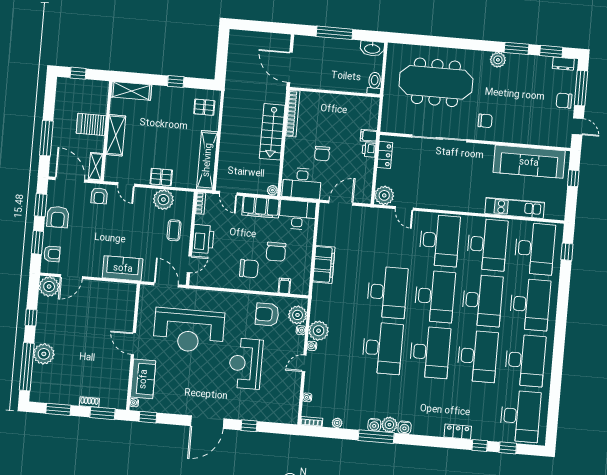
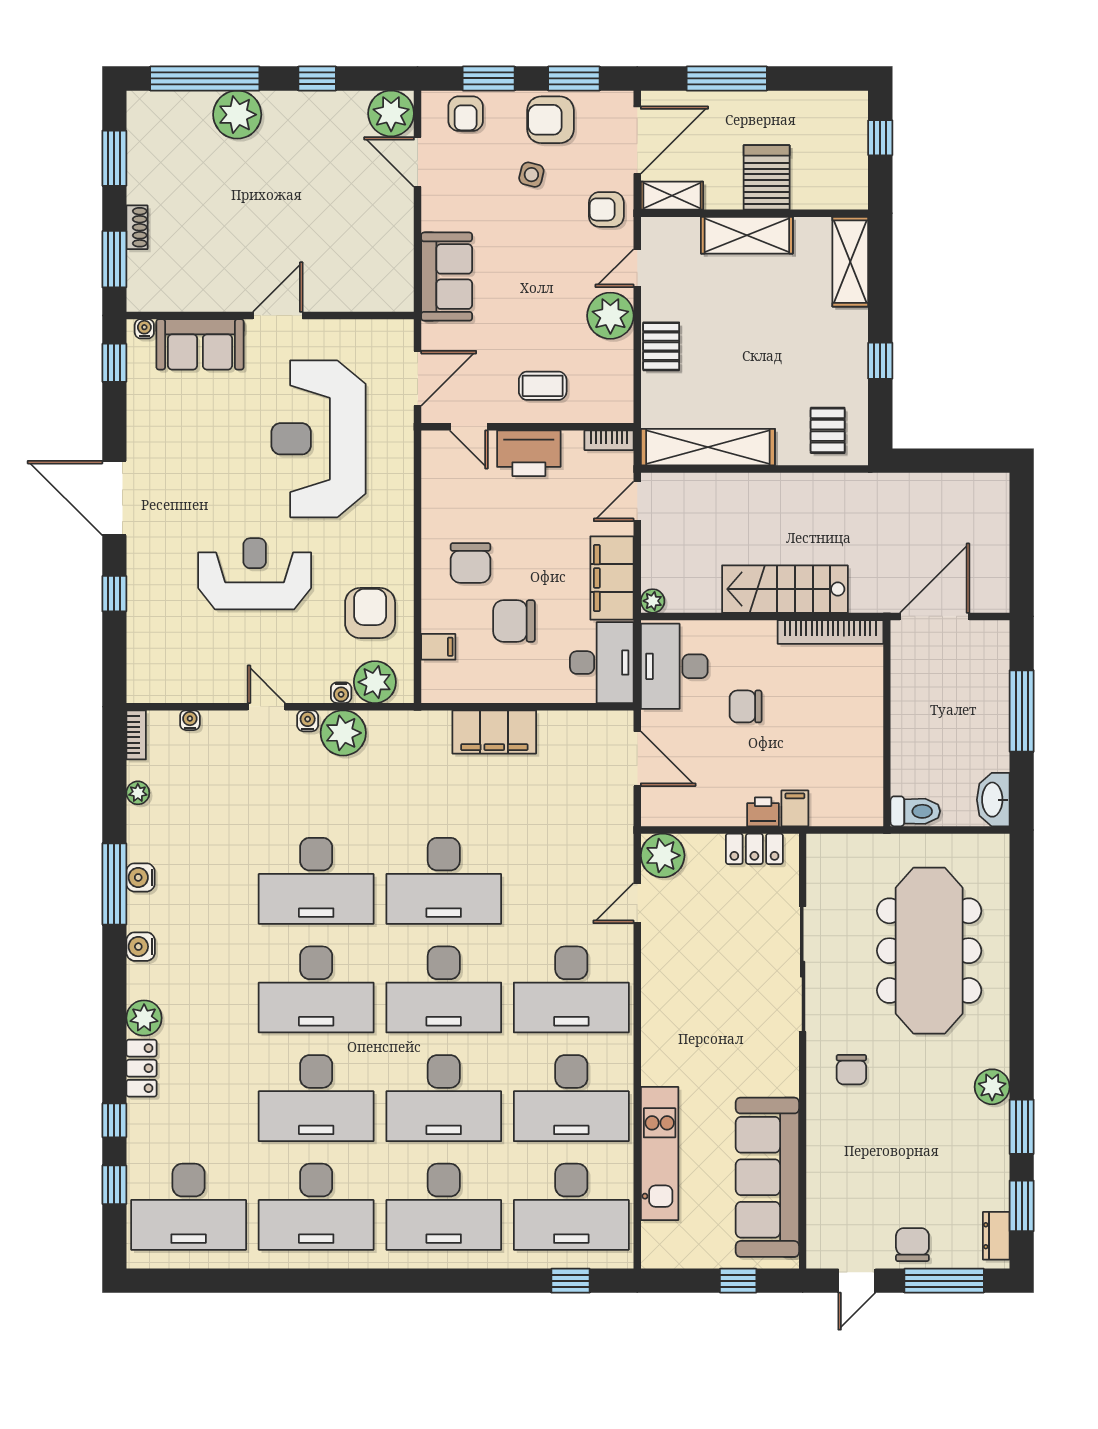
plant: (163, 200) -> (610, 316), moved
side table: (81, 227) -> (531, 175), added
plant: (389, 425) -> (144, 1018), moved

